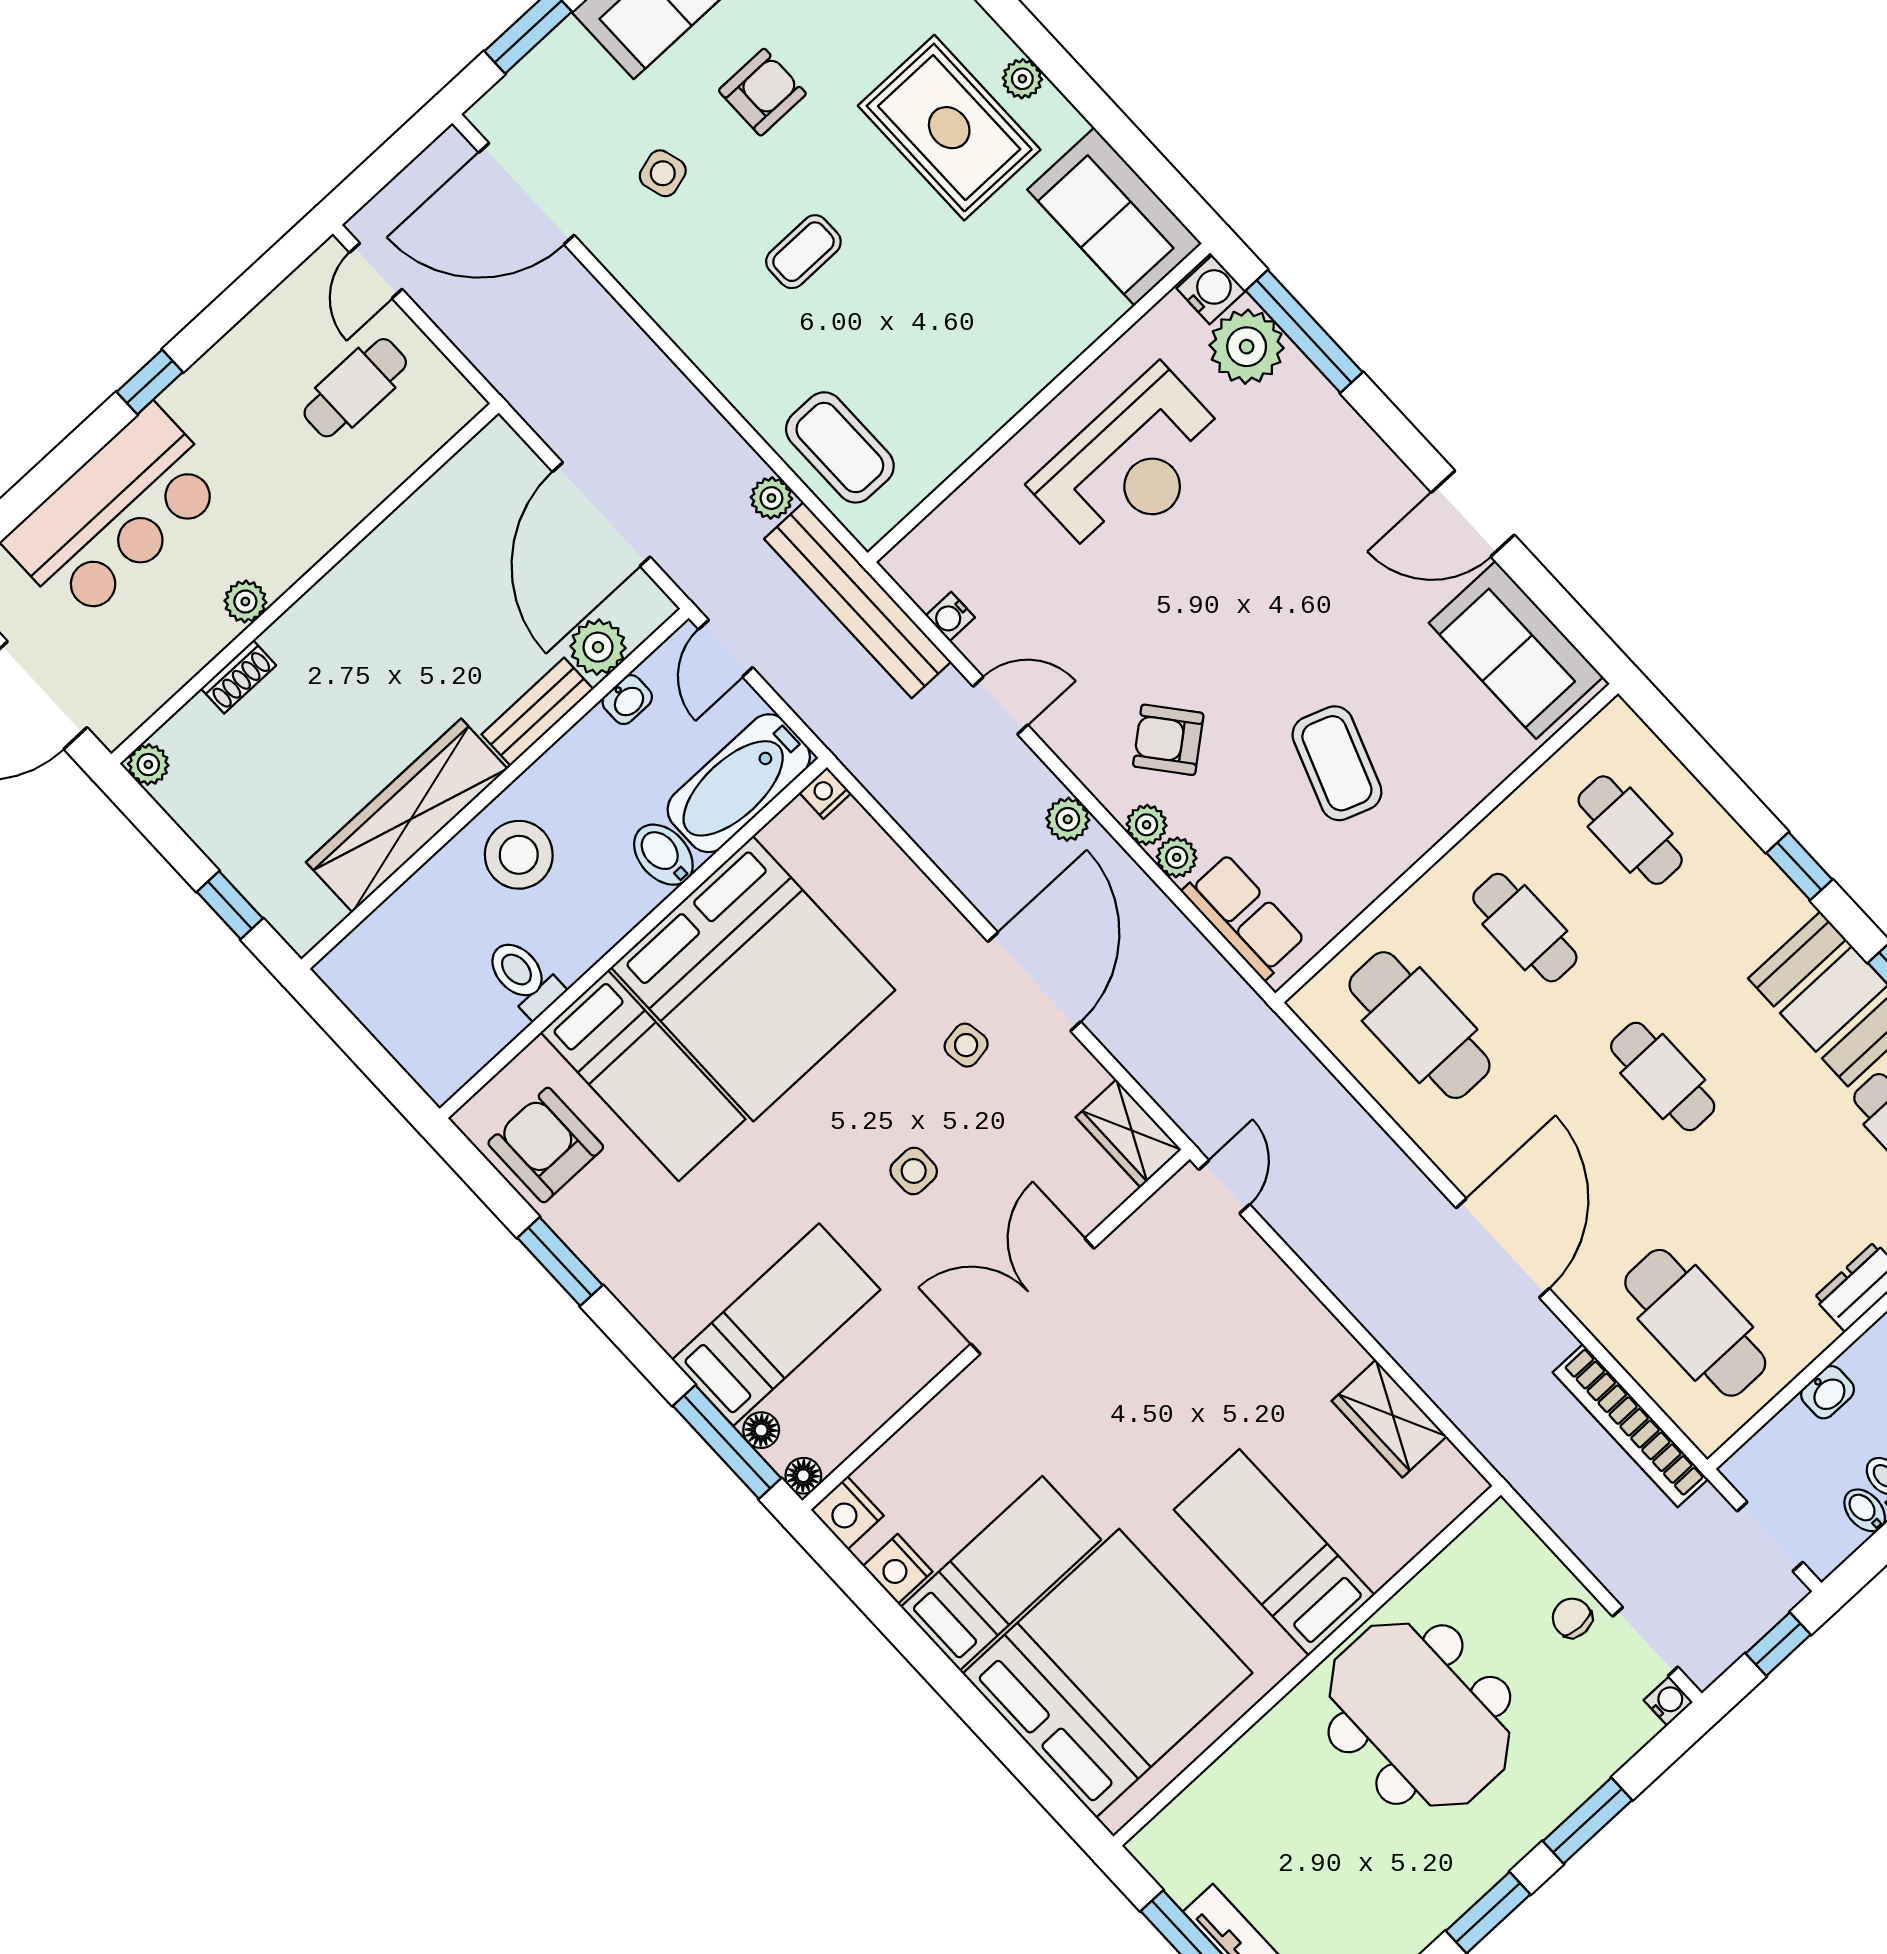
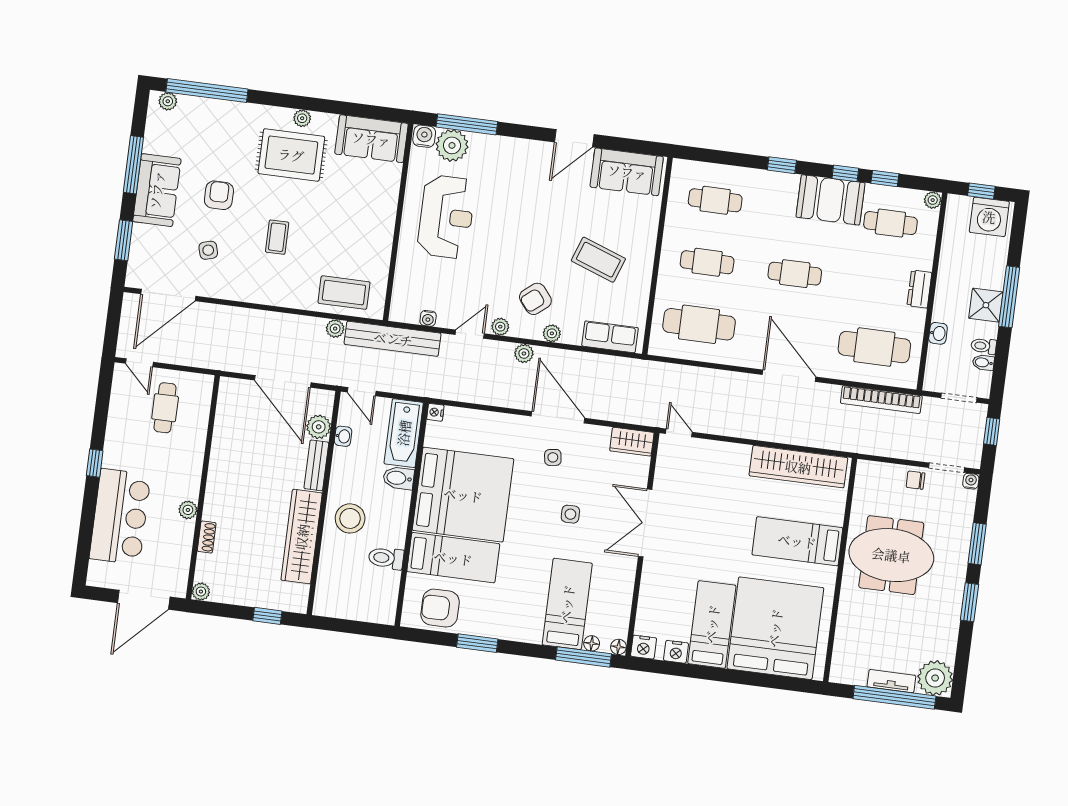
plant: (1177, 857) -> (500, 327), moved
wardrobe: (1389, 1419) -> (798, 467), width x2.10, depth x1.17

